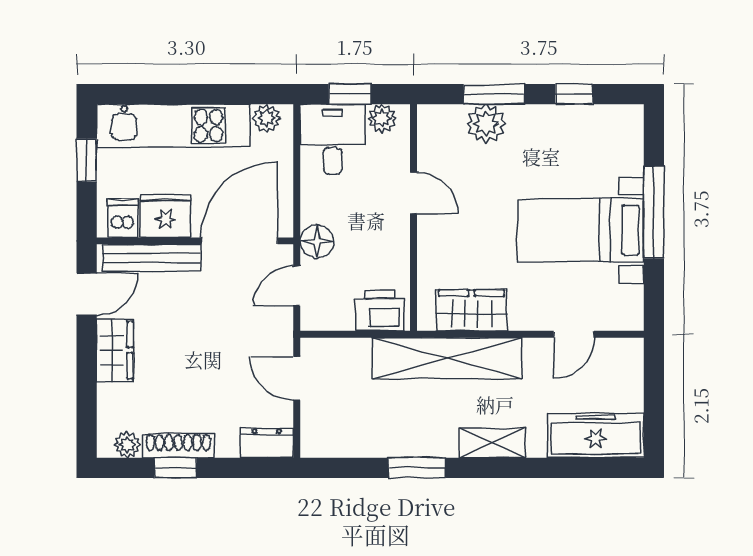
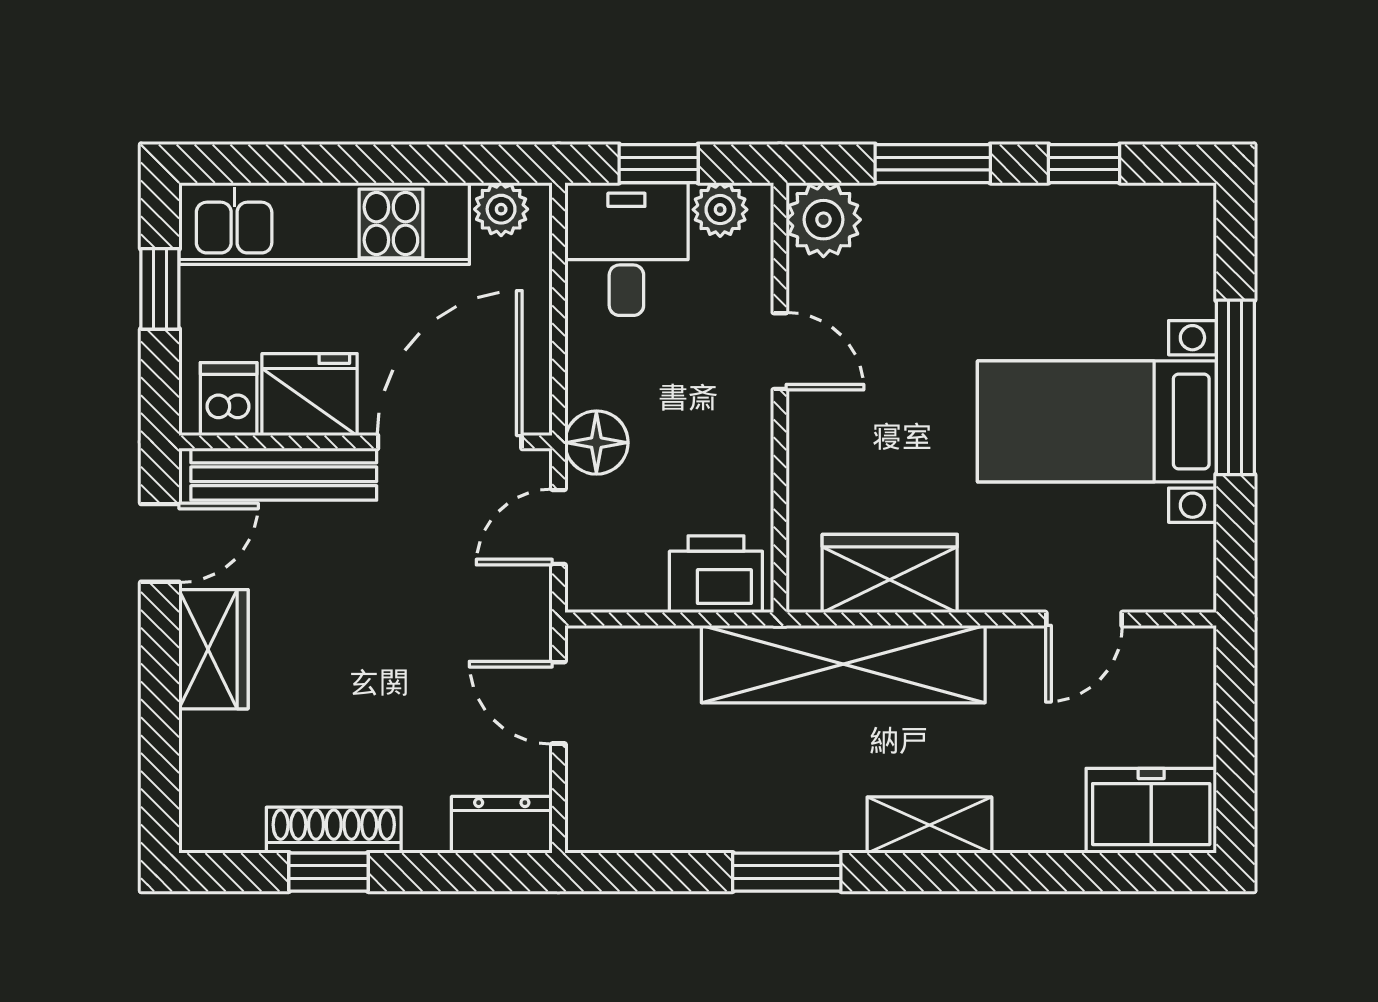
plant: (486, 124) -> (823, 220), moved
freezer: (596, 435) -> (1151, 811), width x0.71
plant: (127, 445) -> (237, 829), removed

